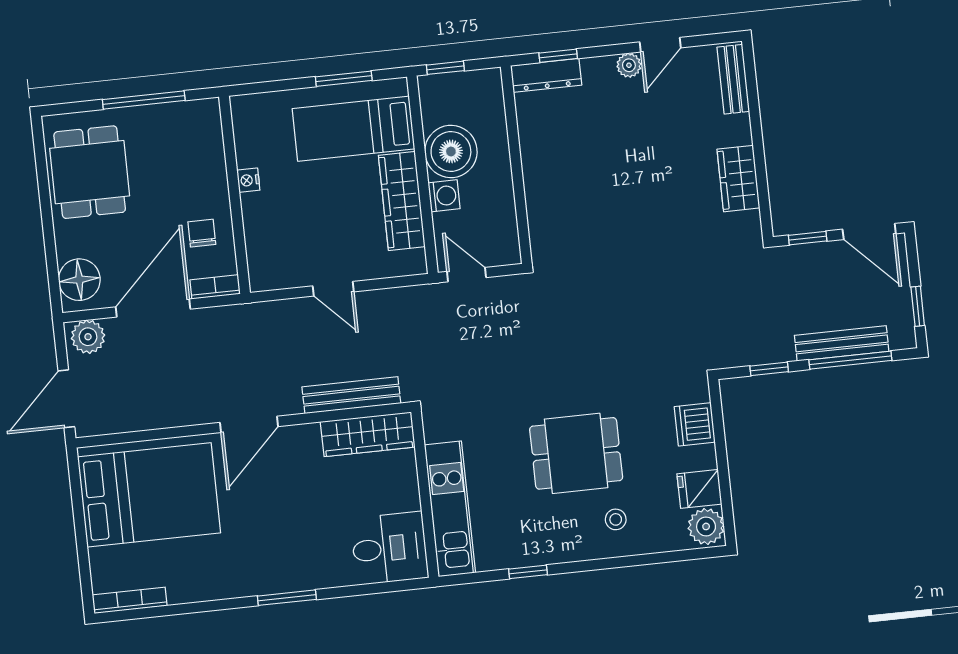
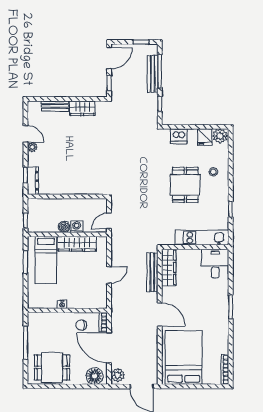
bench: (733, 79) -> (55, 106), moved
boiler: (451, 151) -> (64, 227), width x0.54, depth x0.54

